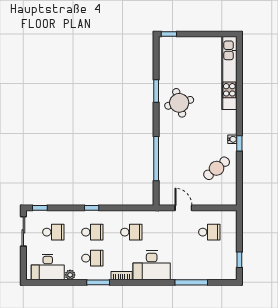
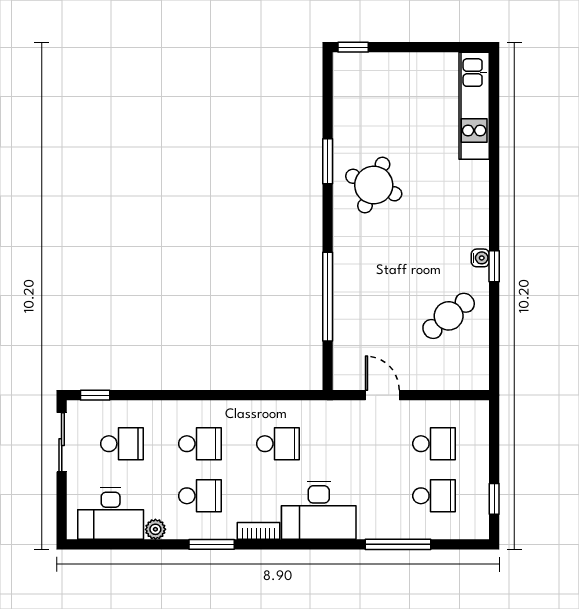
kitchen unit: (229, 73) -> (474, 106), width x0.73
round table: (179, 103) -> (374, 185), turned 38
window: (92, 208) -> (199, 395), removed
school desk: (209, 258) -> (434, 496), added

